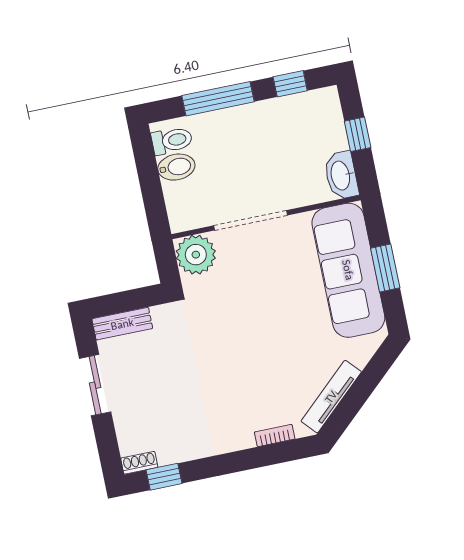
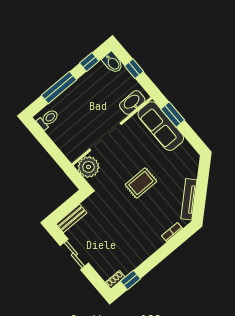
bidet: (176, 167) -> (113, 63), moved, turned 90
washbasin: (341, 175) -> (132, 102), moved, turned 90
window: (385, 268) -> (173, 114), moved
sofa: (348, 270) -> (161, 126), width x0.74, depth x0.79
rug: (267, 327) -> (141, 183), added

